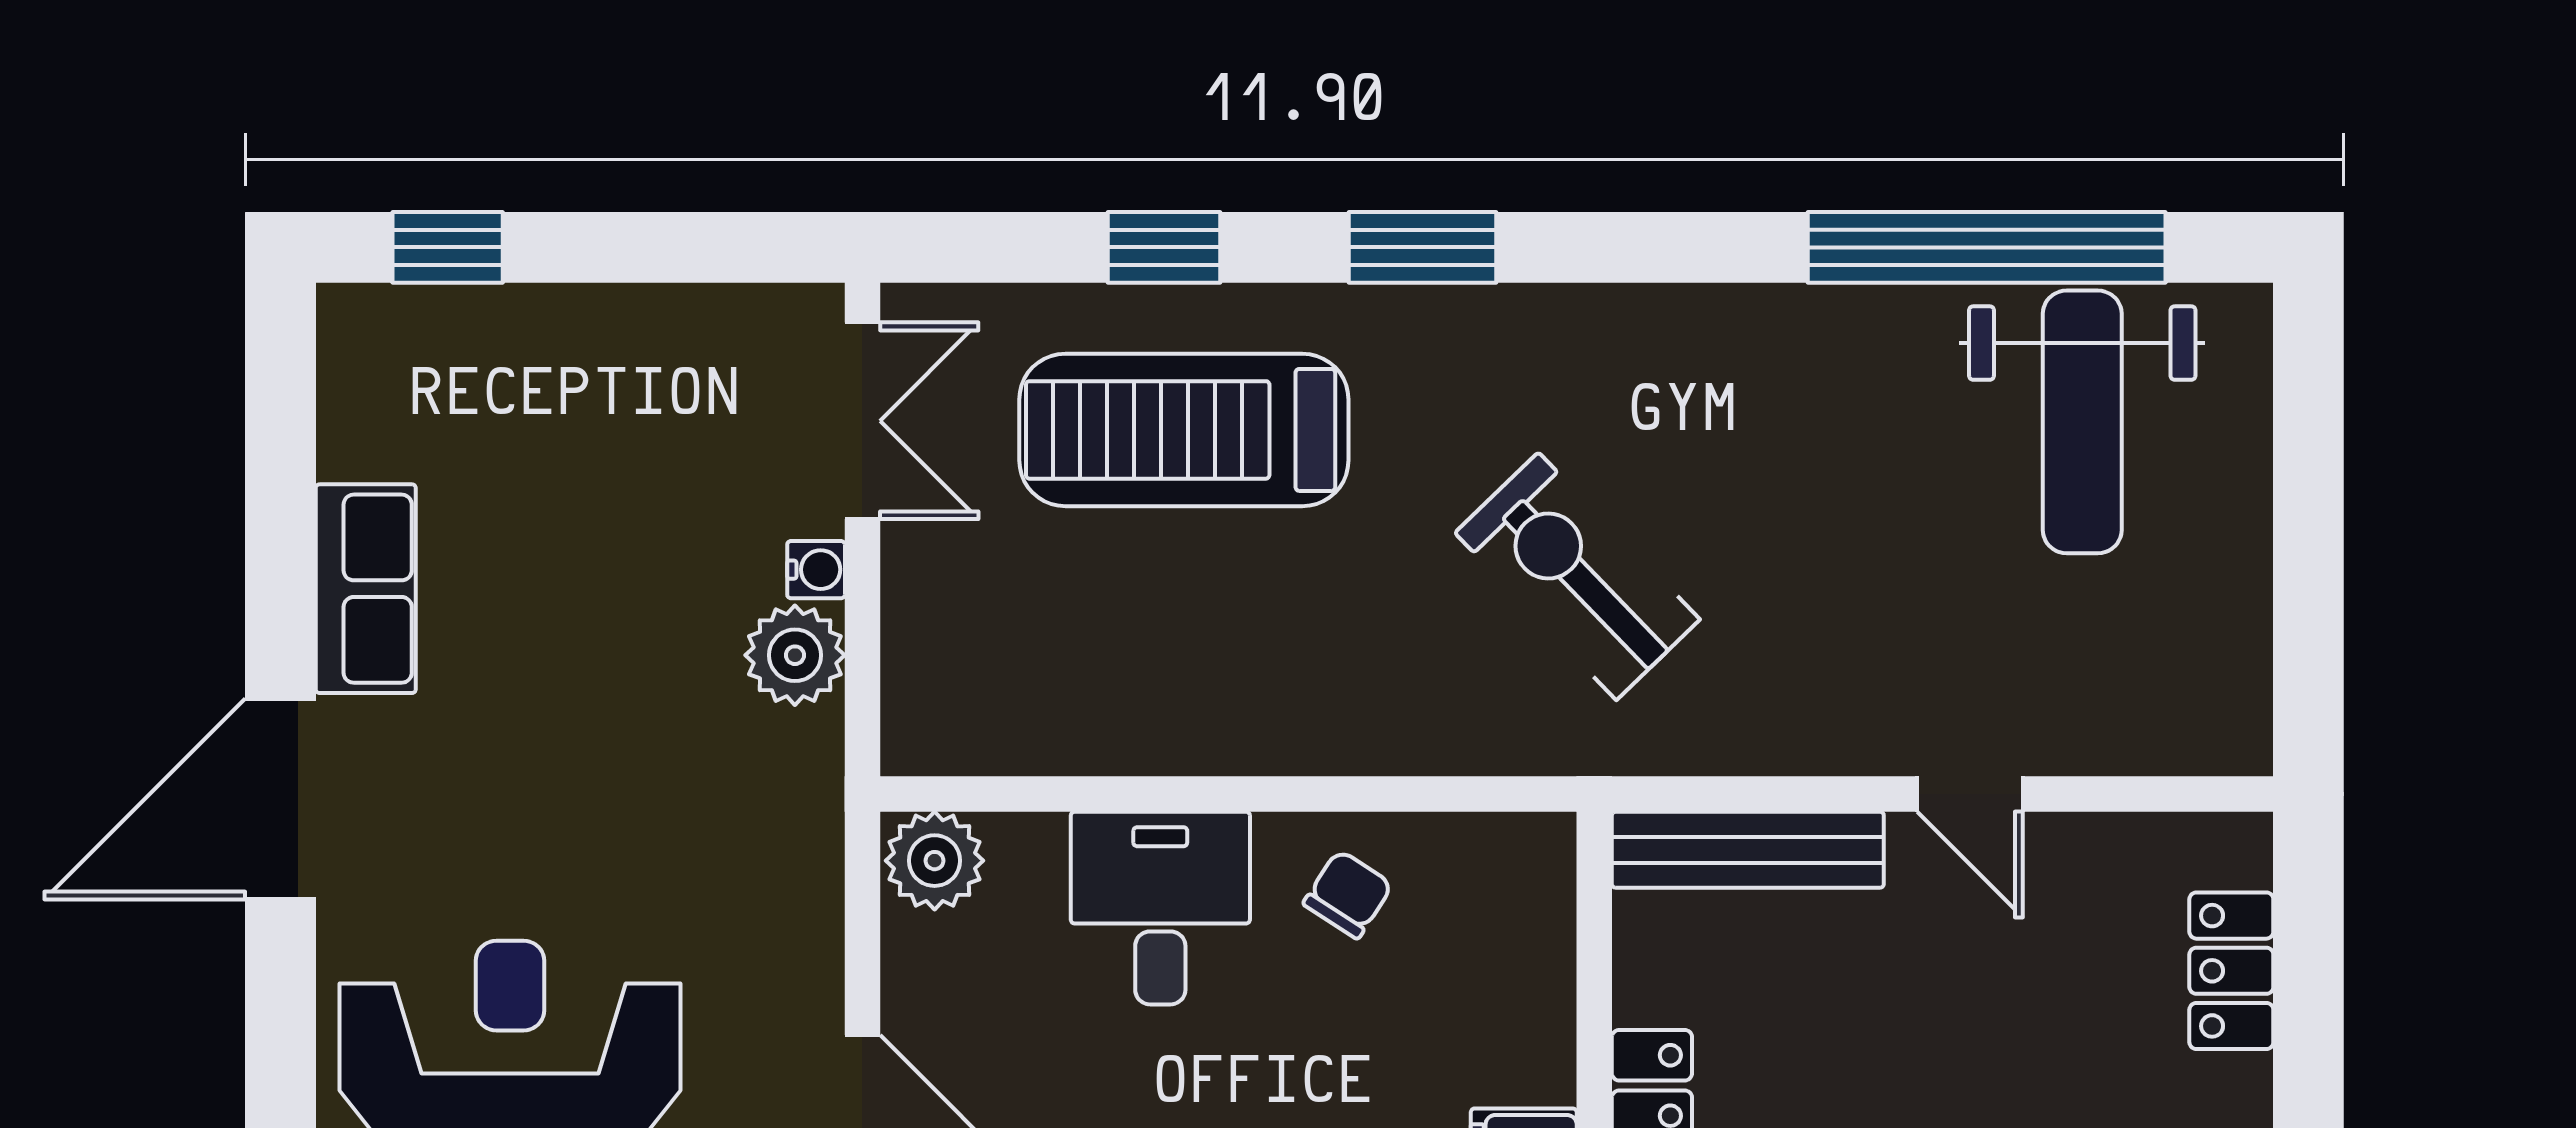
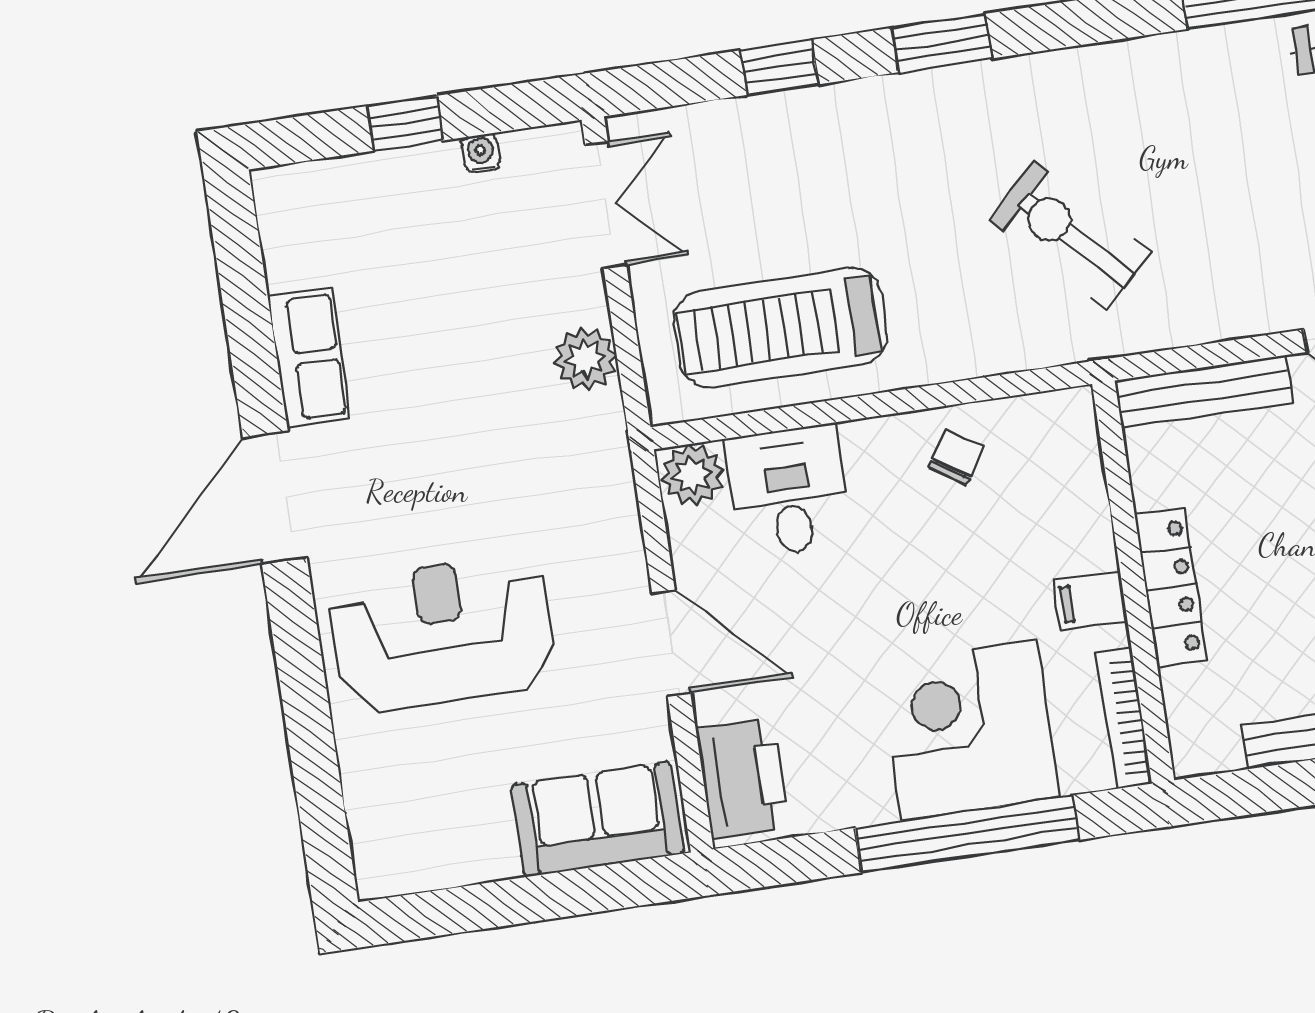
window: (448, 247) -> (405, 123), moved
treadmill: (1184, 430) -> (781, 328), moved
water cooler: (816, 570) -> (481, 153), moved, turned -90
desk: (1160, 908) -> (789, 491), moved

